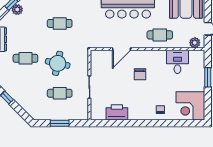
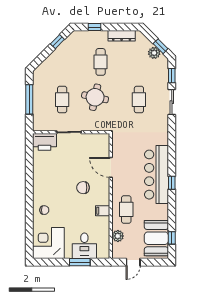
plant: (195, 43) -> (118, 236), moved
filing cabinet: (161, 56) -> (103, 211), added
desk: (177, 62) -> (84, 246), moved, turned 90
printer: (117, 112) -> (45, 142), moved, turned 90
window: (60, 123) -> (29, 99), width x1.44

